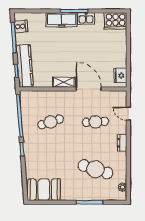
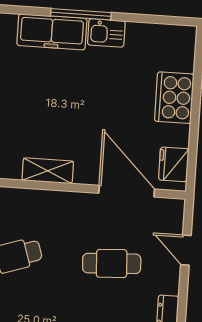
cooker: (116, 21) -> (174, 98), moved, turned 90
door: (89, 89) -> (127, 191), moved

